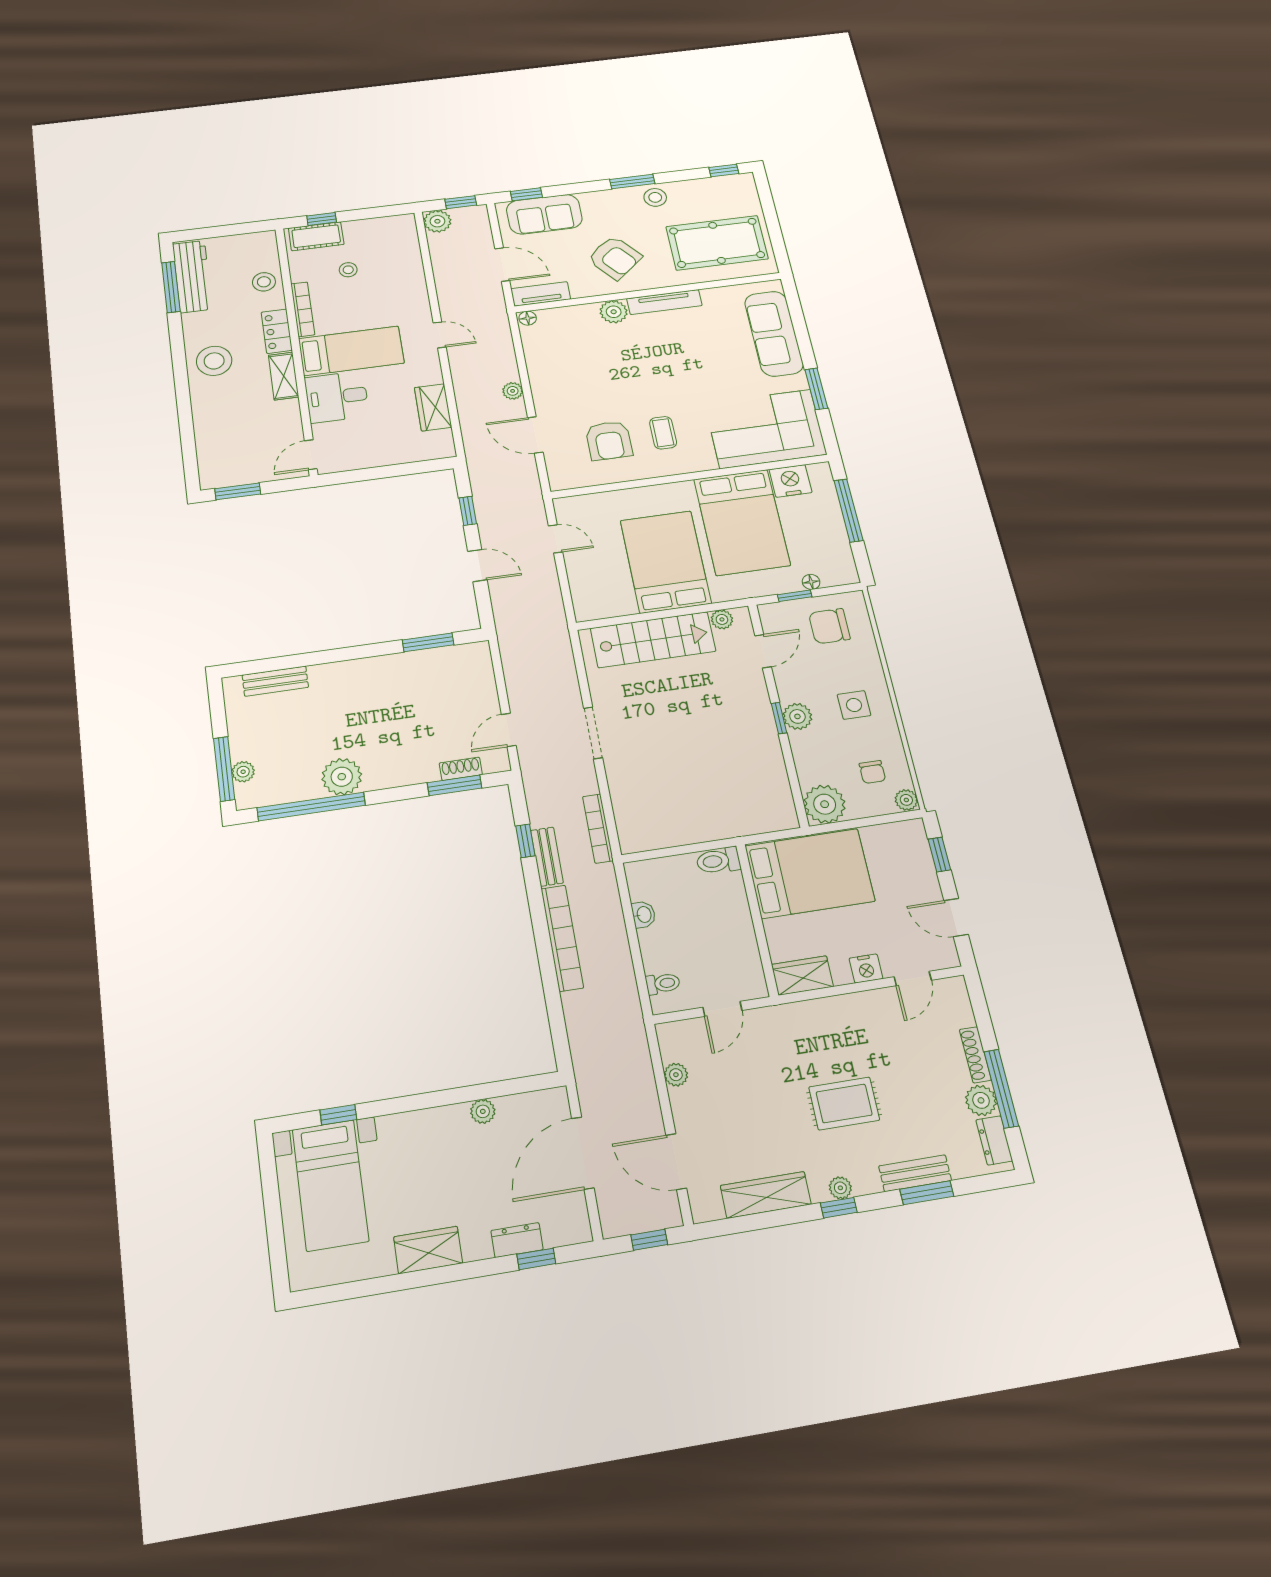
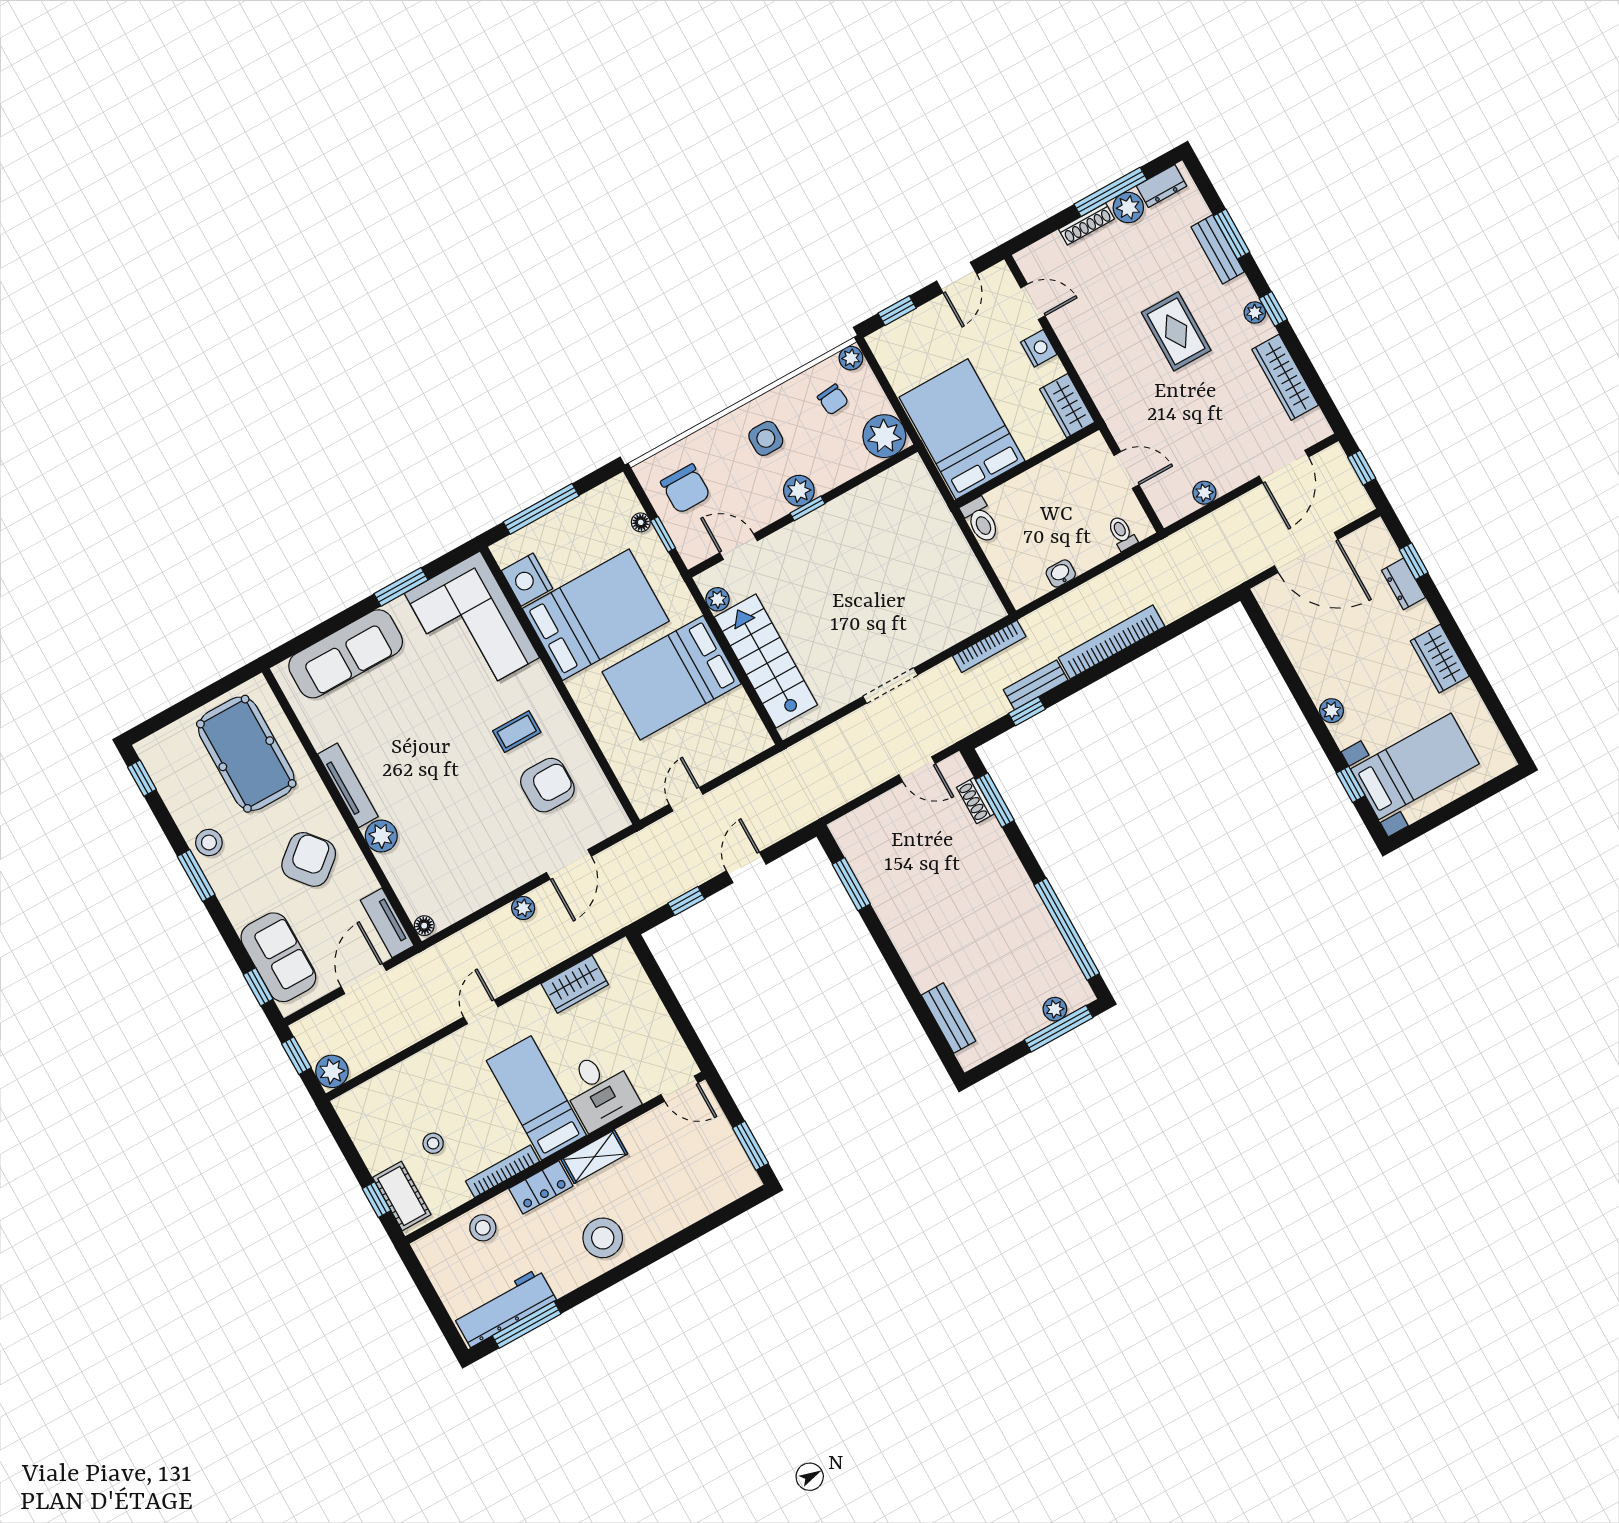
chair: (872, 772) -> (833, 400), turned 84
plant: (342, 777) -> (1025, 912), removed
plant: (483, 1111) -> (1332, 711), moved

